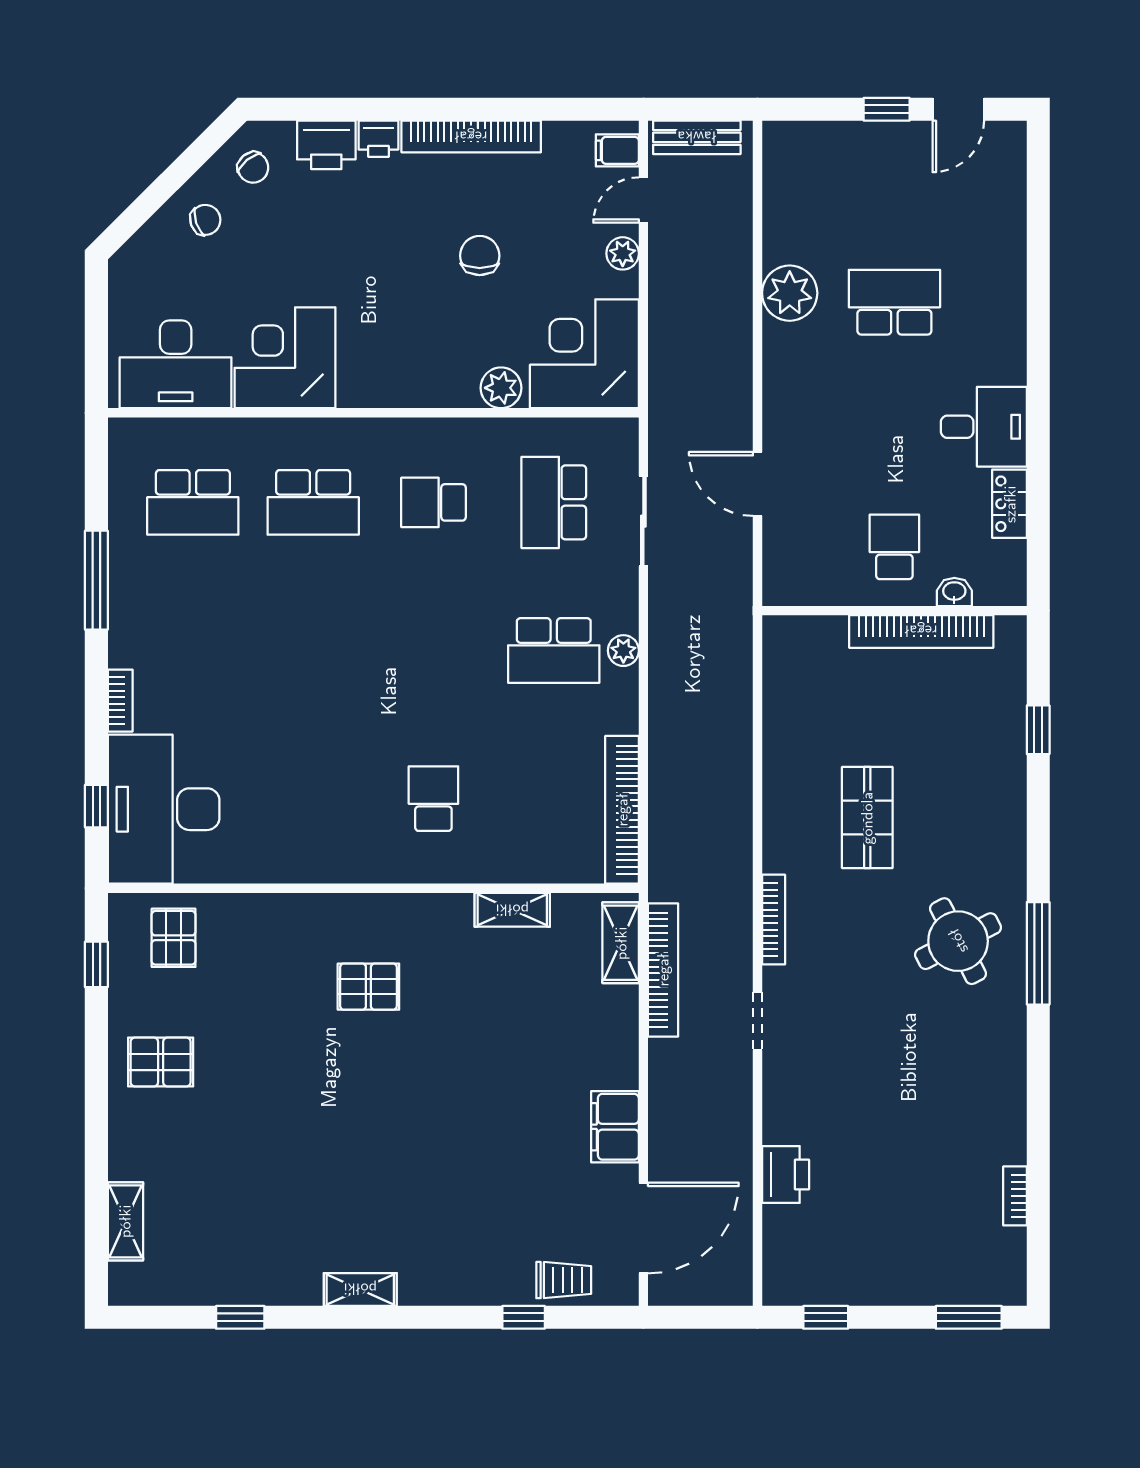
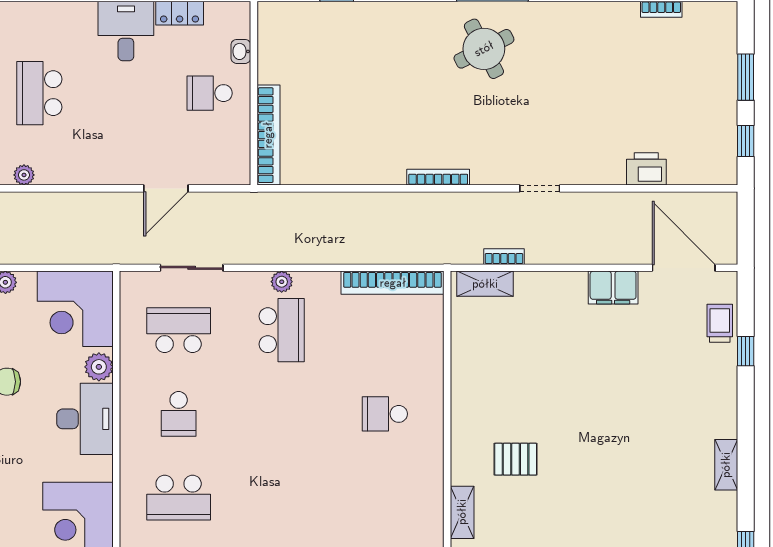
plant: (790, 293) -> (24, 175), width x0.53, depth x0.53
desk: (426, 368) -> (85, 419), added
school desk: (313, 502) -> (179, 498), turned 90
school desk: (554, 502) -> (179, 330), turned 180
bookcase: (921, 631) -> (268, 135), moved
shop shelf: (867, 818) -> (398, 112), removed
shelving: (512, 910) -> (462, 512), moved
bookcase: (774, 920) -> (438, 177), moved
bookcase: (663, 970) -> (504, 257), width x0.43, depth x0.76
pallet: (368, 987) -> (516, 459), turned 90
window: (969, 1317) -> (746, 77), moved

